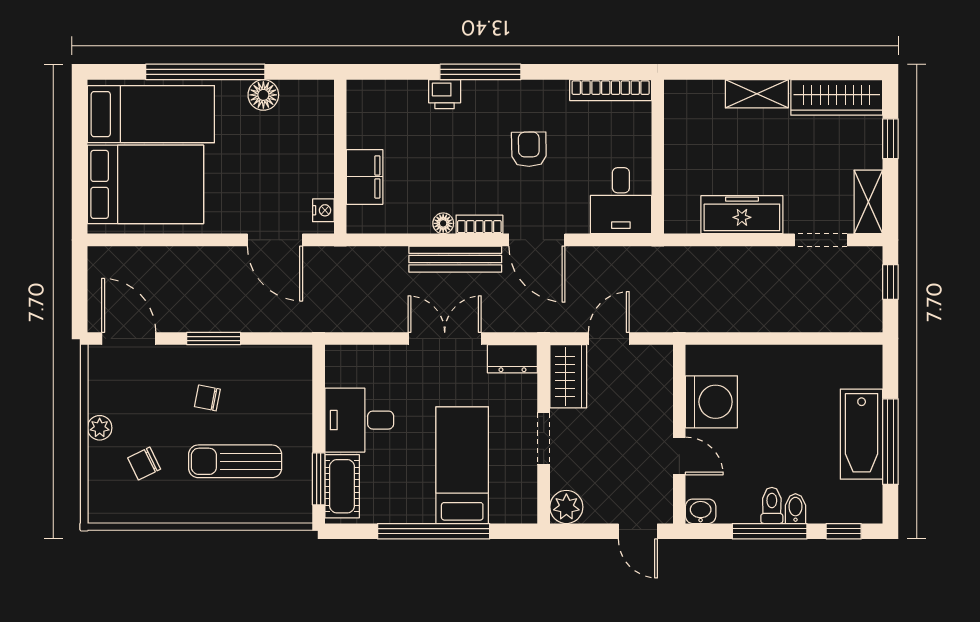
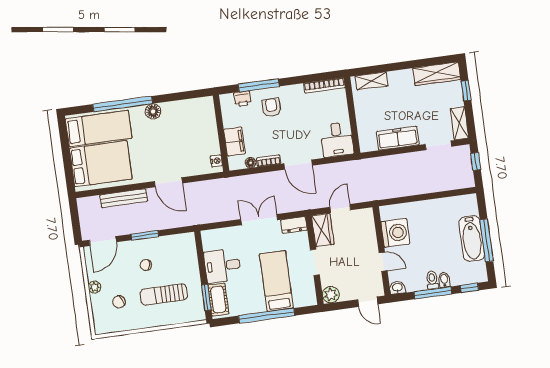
shelving: (757, 94) -> (372, 81), moved
armchair: (529, 149) -> (271, 107), moved
wall: (340, 157) -> (221, 133), moved
filing cabinet: (365, 177) -> (234, 142), moved
nightstand: (323, 210) -> (216, 161), moved
bench: (455, 259) -> (124, 198), moved
door: (129, 339) -> (103, 241), swing flipped

